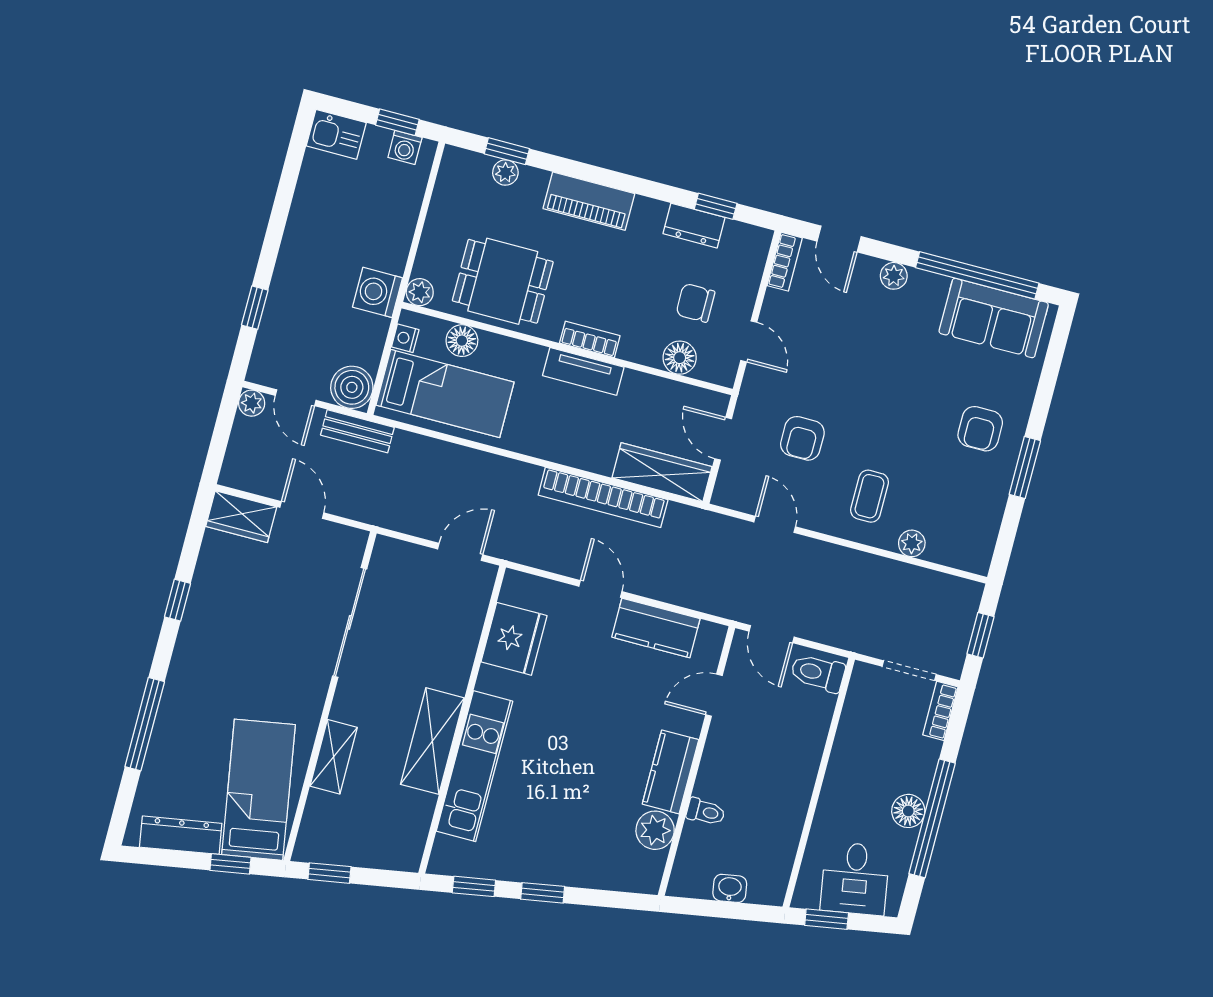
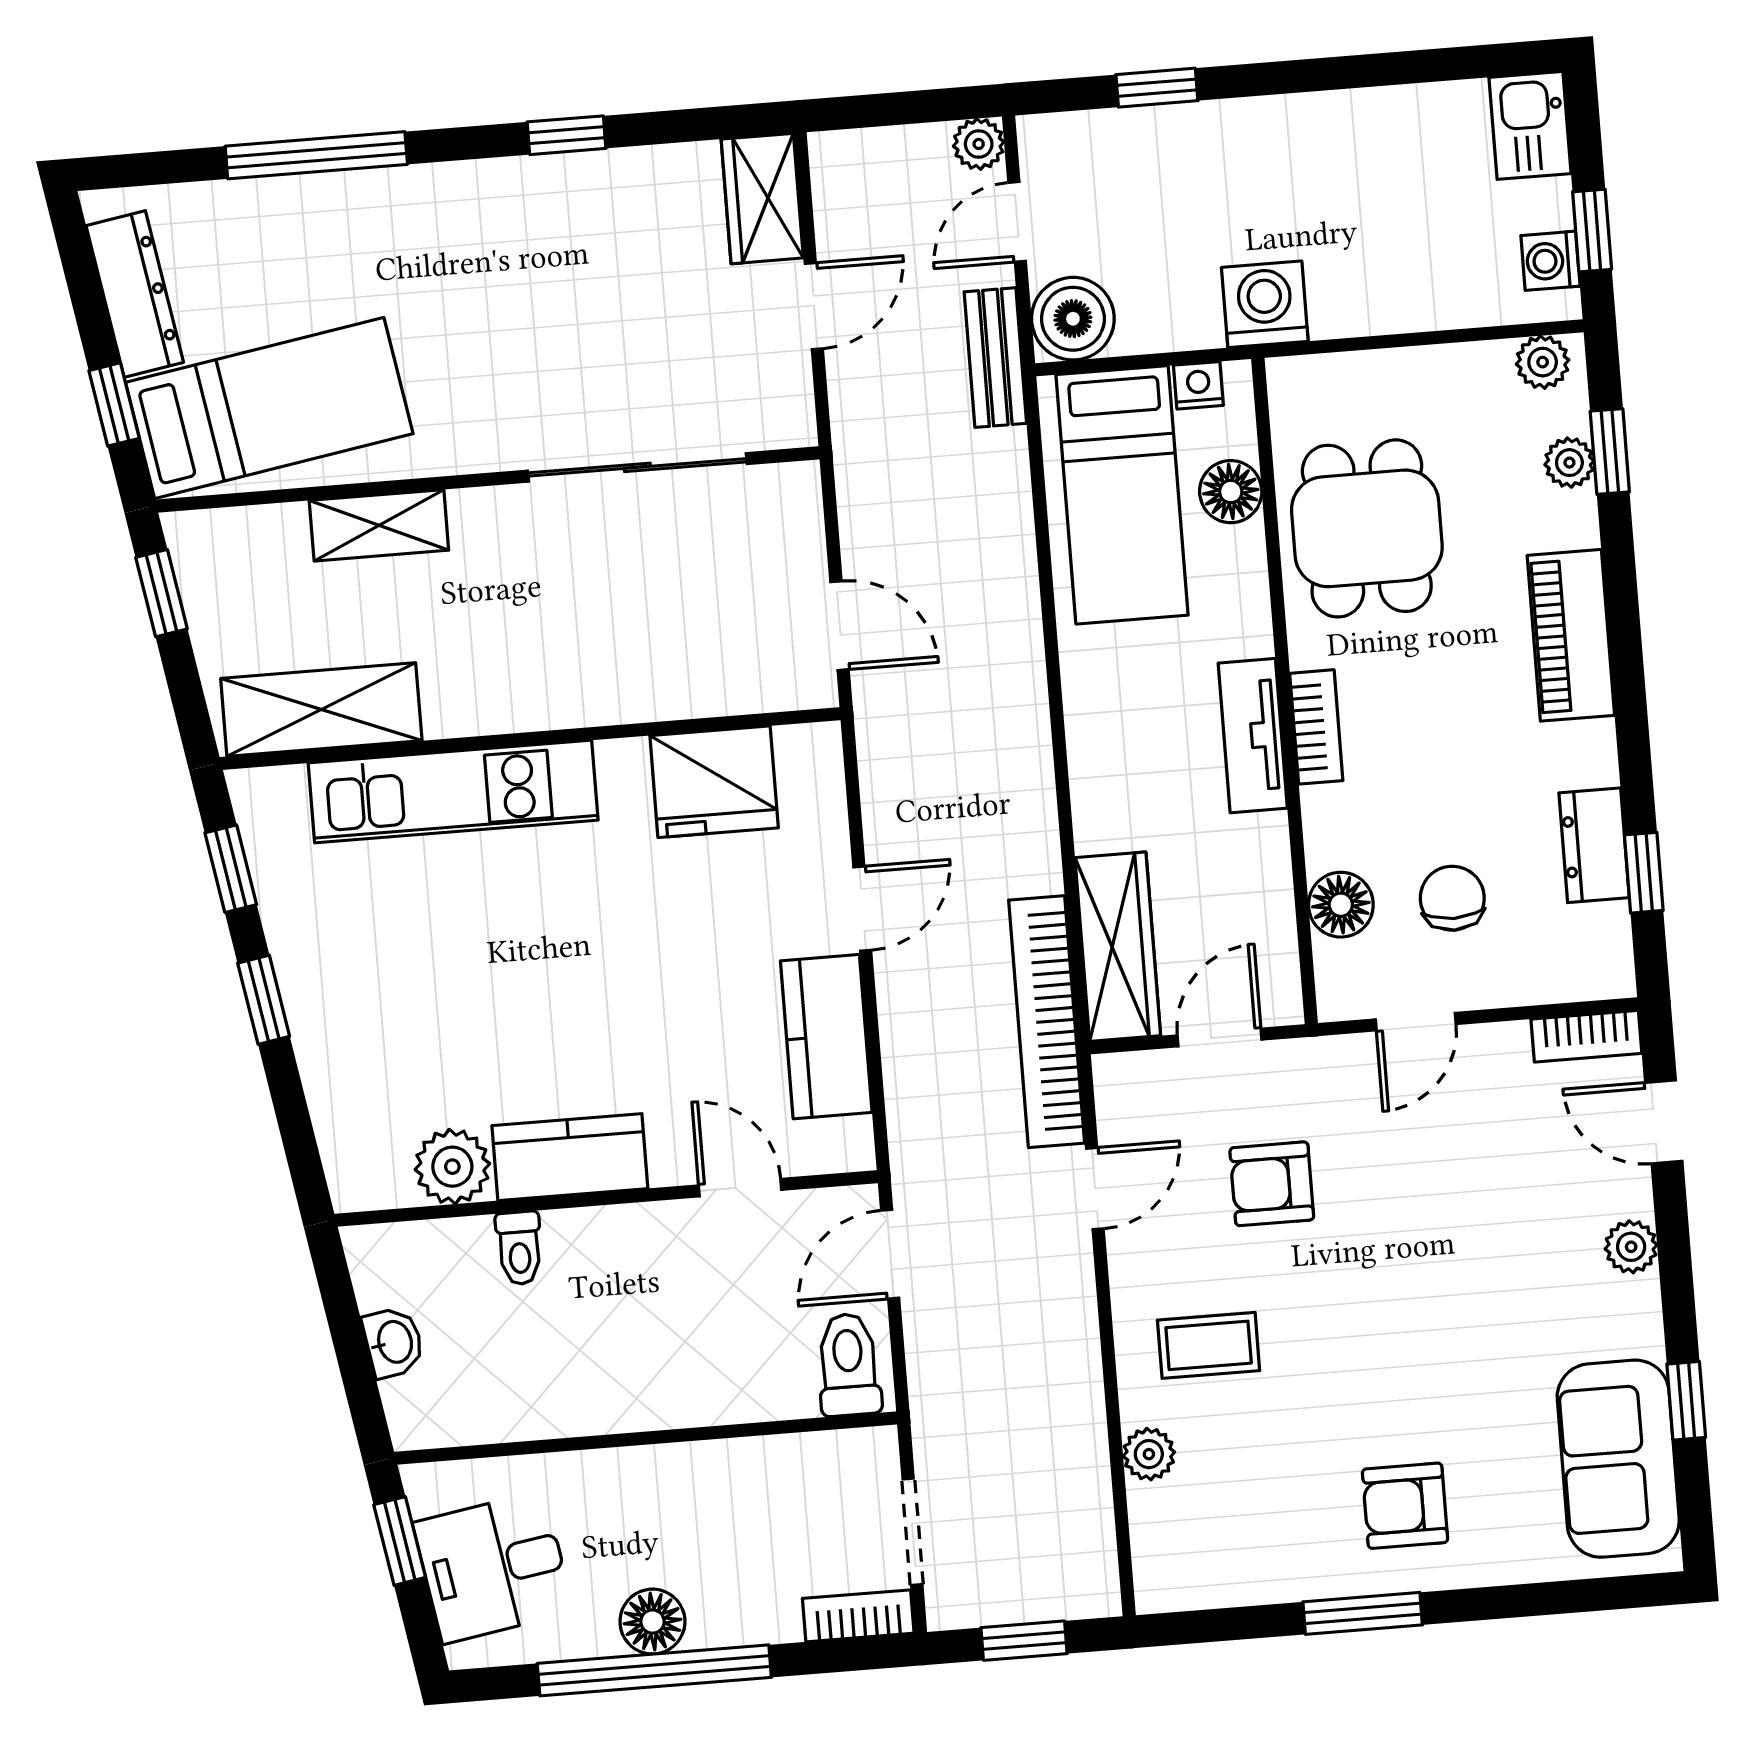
door: (839, 239) -> (1664, 1122), hinge flipped
window: (977, 275) -> (1686, 1401), width x0.32
plant: (420, 292) -> (1543, 362), moved
bookcase: (603, 497) -> (1047, 1022), moved
shelving: (432, 741) -> (321, 710), moved

